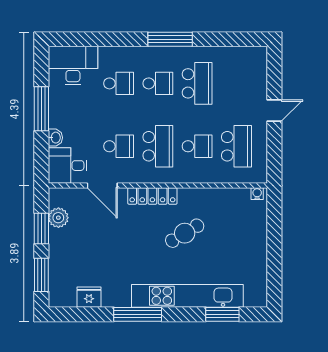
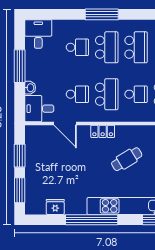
window: (170, 39) -> (102, 14), moved
desk: (73, 66) -> (38, 34), width x0.73
school desk: (158, 83) -> (107, 47), width x1.85
locker: (152, 196) -> (103, 131), width x0.66
plant: (58, 218) -> (32, 148), removed
window: (138, 314) -> (92, 220), width x1.46

